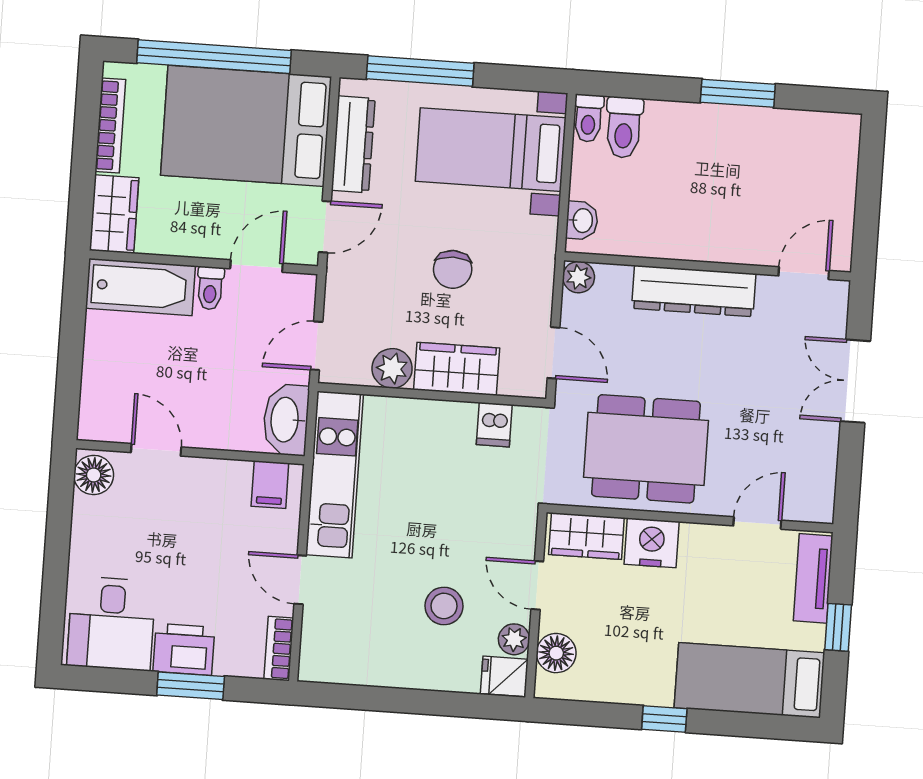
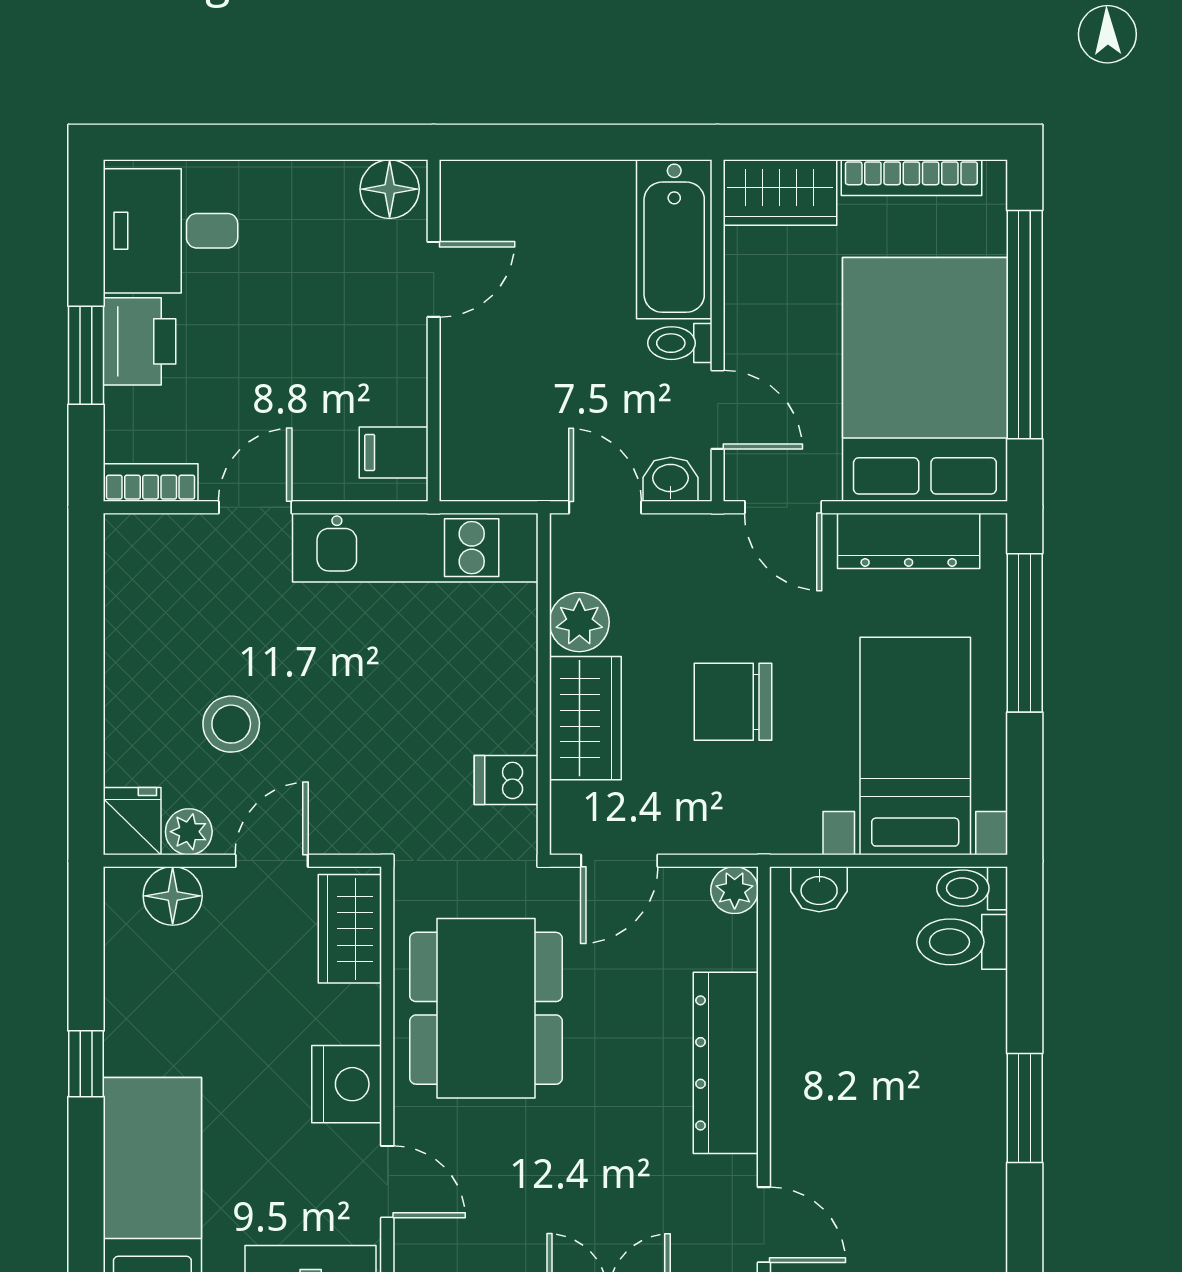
chair: (453, 269) -> (733, 702), width x1.37, depth x1.37
washbasin: (286, 420) -> (671, 479), moved, width x0.52, depth x0.69
nightstand: (652, 543) -> (347, 1084), moved

